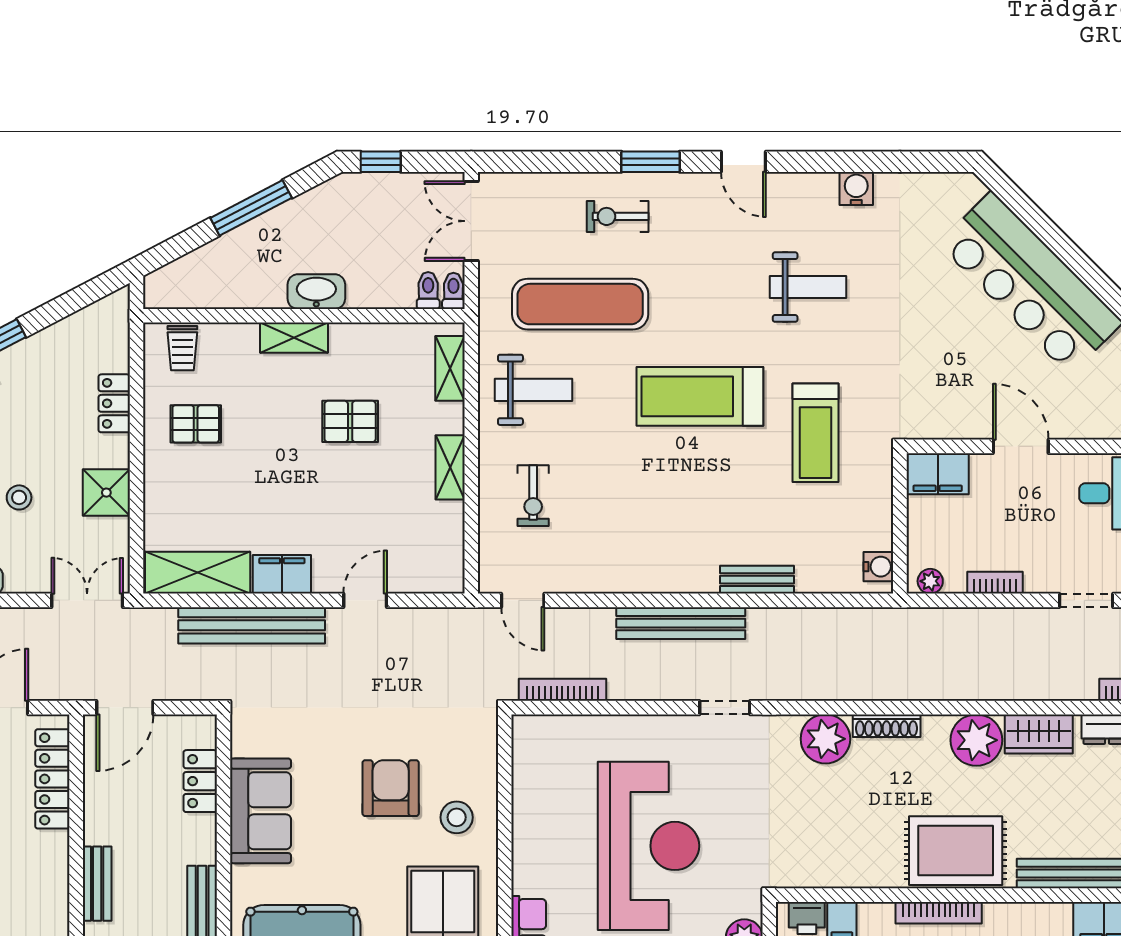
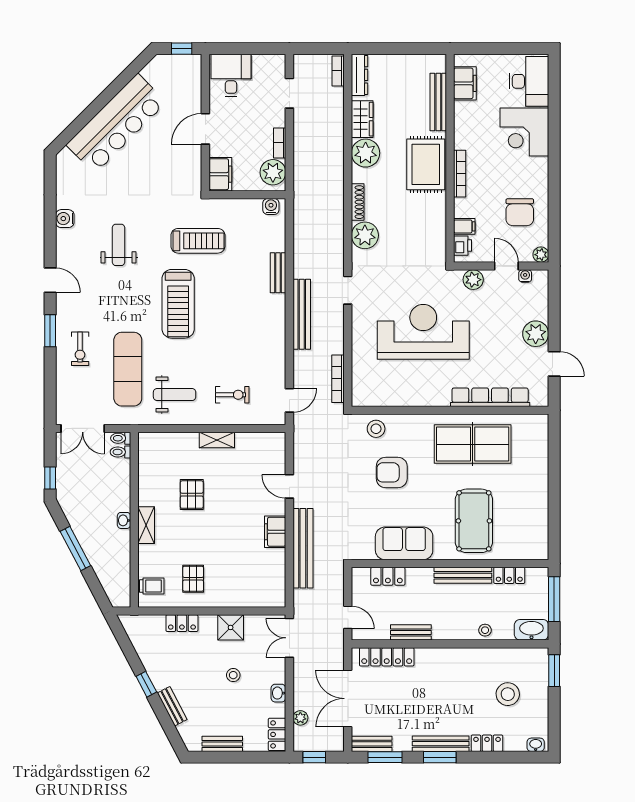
door: (743, 162) -> (50, 280), hinge flipped
washbasin: (316, 292) -> (124, 520), width x0.52, depth x0.69
shelving: (450, 368) -> (163, 440), removed
weight bench: (534, 390) -> (175, 395), turned 90
shelving: (198, 573) -> (274, 578), removed
plant: (930, 581) -> (273, 172), width x1.87, depth x1.87
door: (125, 708) -> (348, 617), width x0.73
stool: (457, 817) -> (376, 429), moved
bench: (97, 884) -> (411, 632), moved

